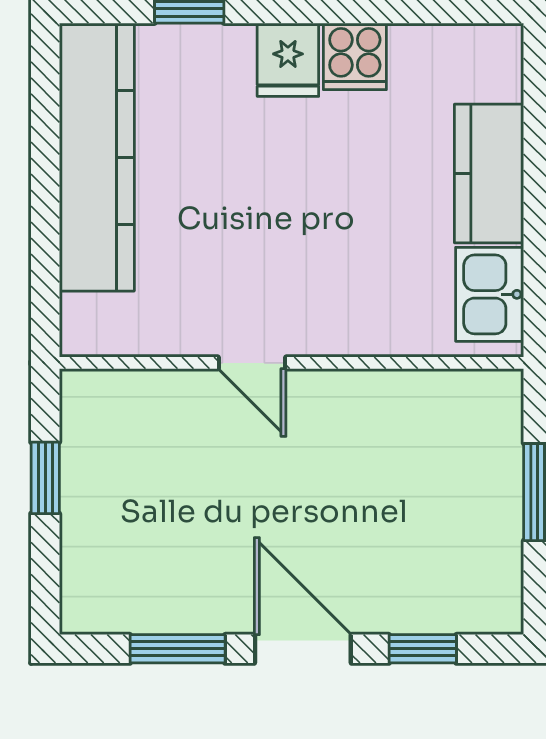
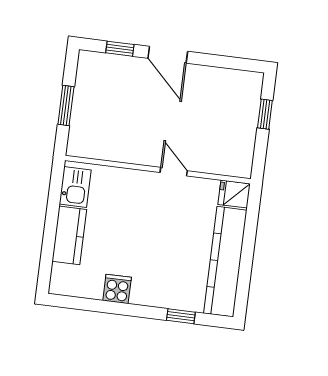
fridge: (288, 60) -> (234, 194), moved, turned -90
window: (45, 478) -> (265, 114), moved
window: (178, 649) -> (218, 61), removed

